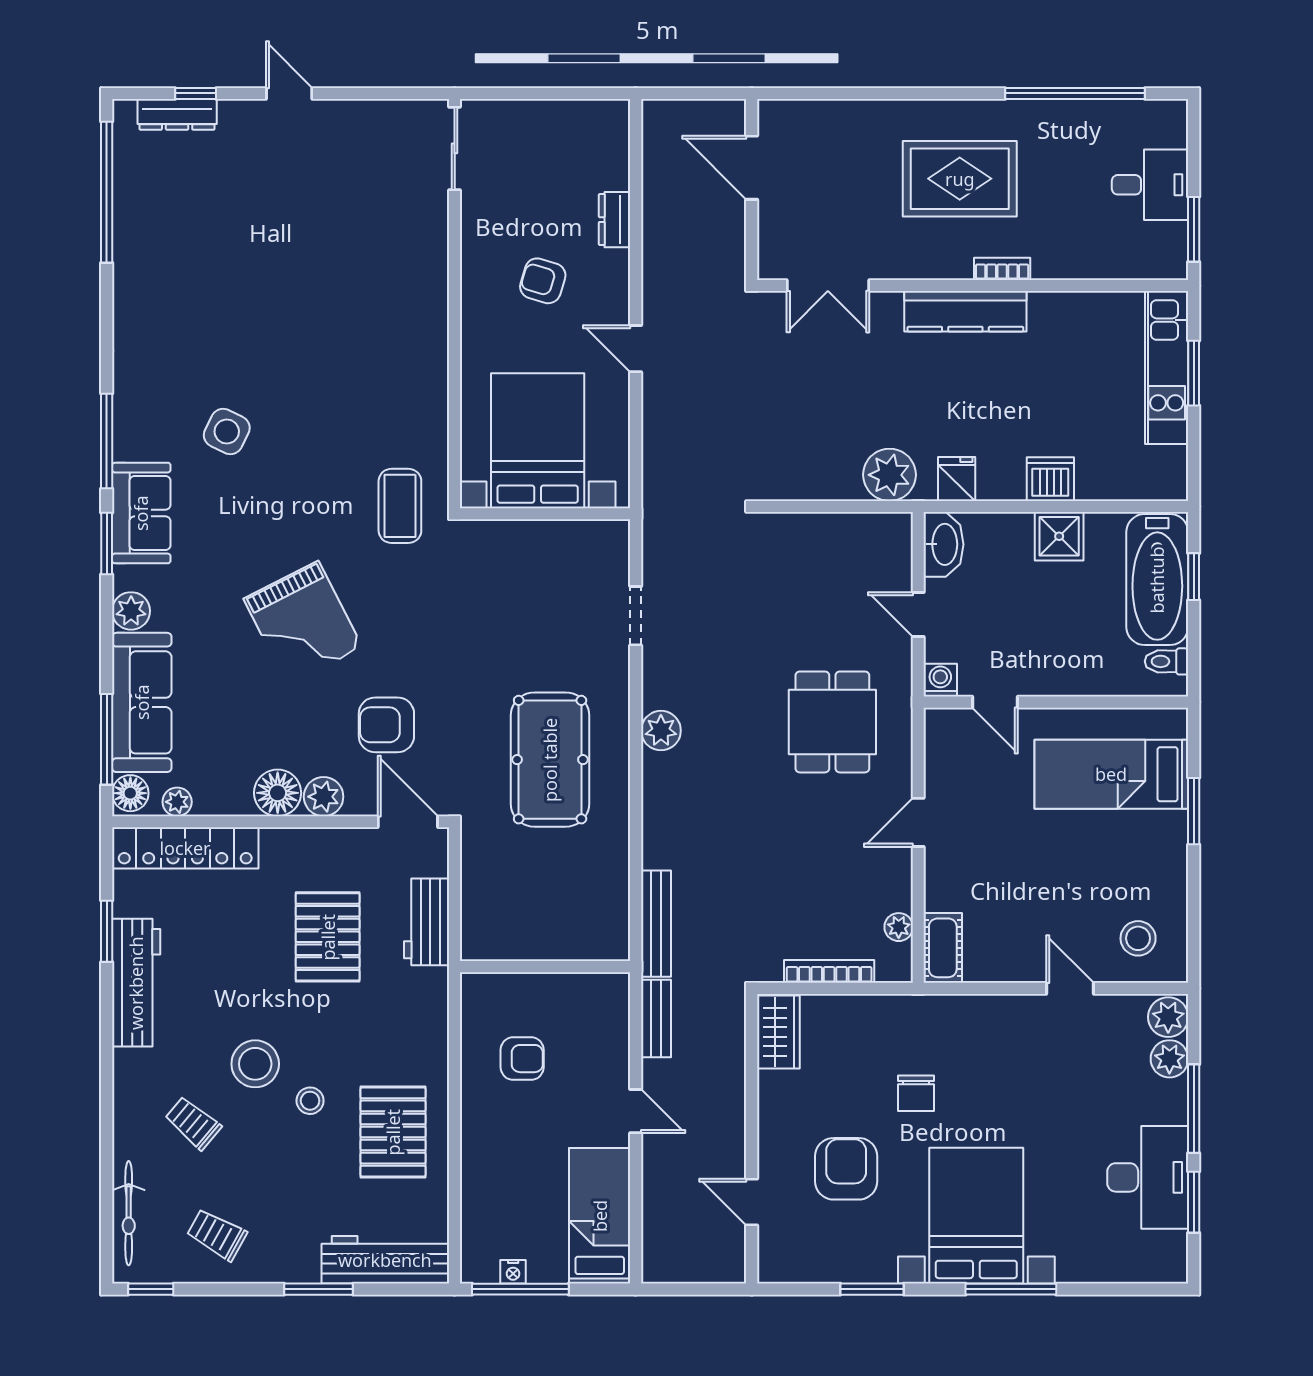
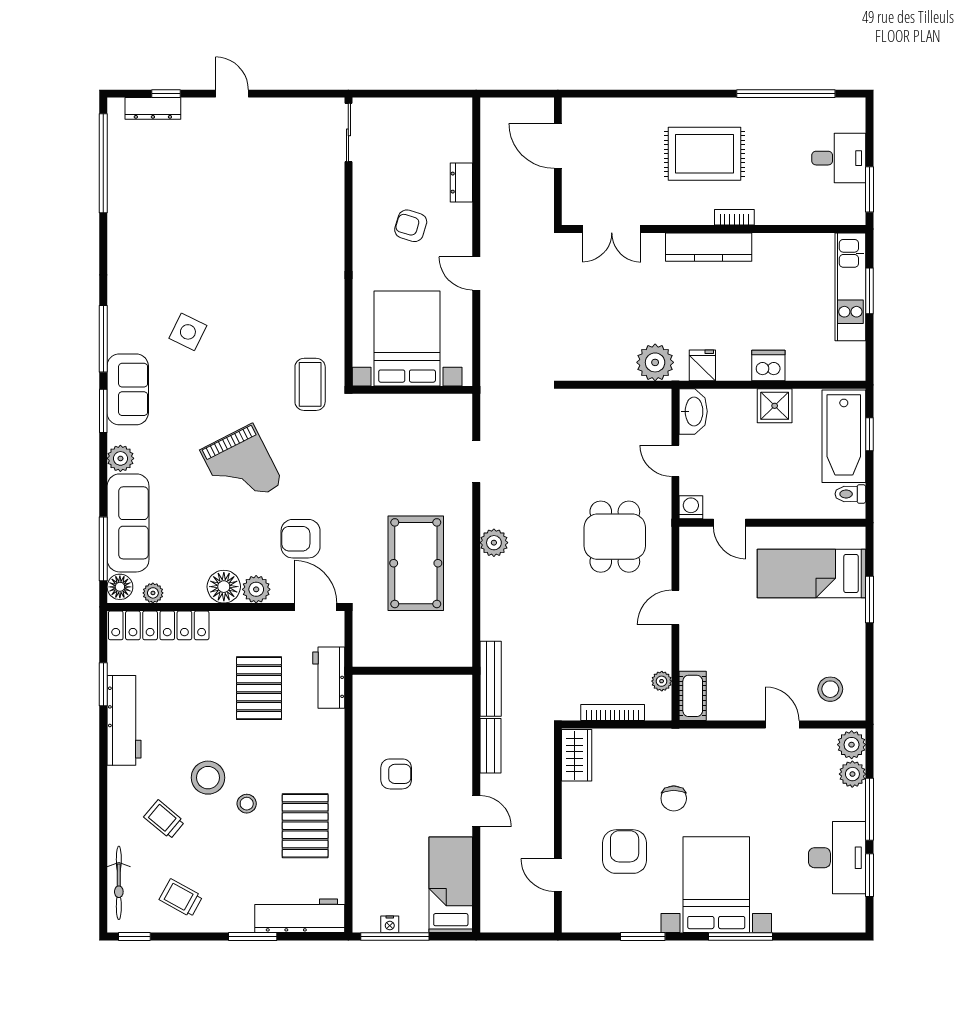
wall: (545, 967) -> (412, 671), moved

